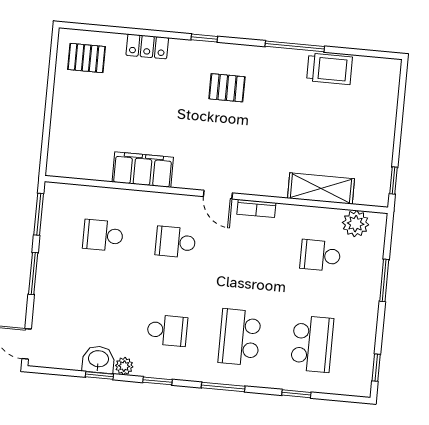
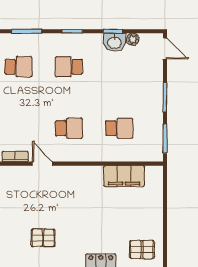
filing cabinet: (143, 170) -> (124, 176), moved
school desk: (240, 337) -> (18, 67), width x0.54
plant: (124, 366) -> (133, 39), moved

